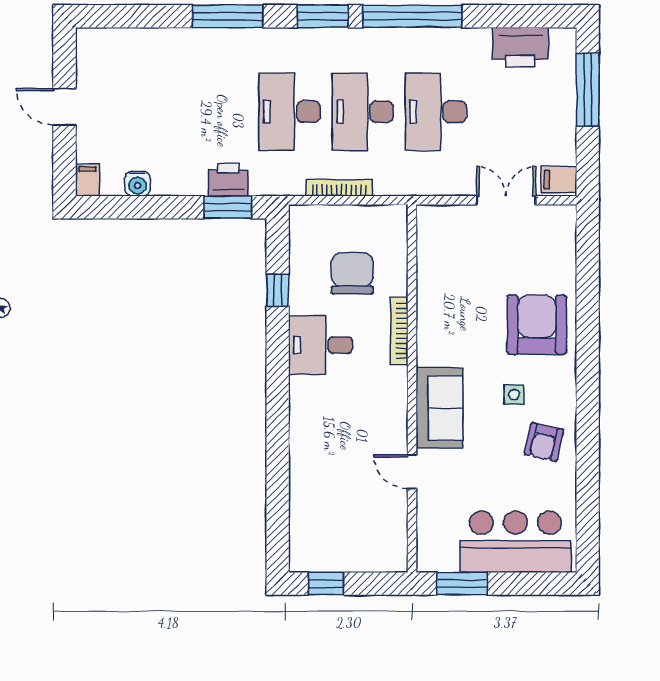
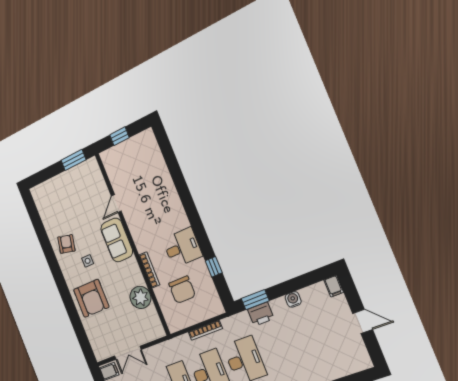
water cooler: (138, 184) -> (293, 299), moved
plant: (438, 290) -> (140, 297), added
door: (412, 472) -> (116, 203), swing flipped
bar counter: (515, 542) -> (59, 191), removed
window: (326, 584) -> (120, 136), moved

